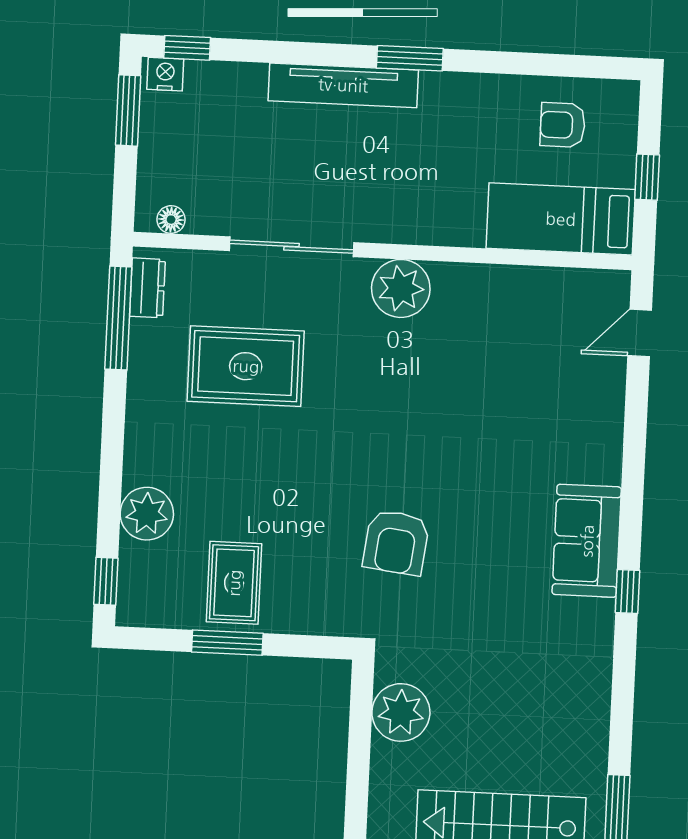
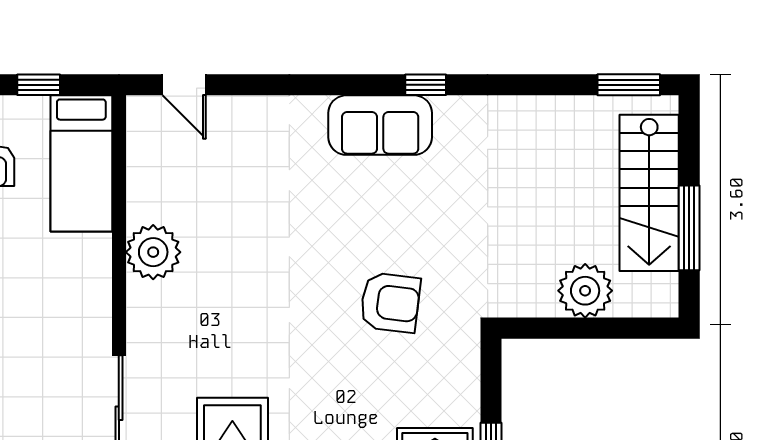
plant: (401, 288) -> (153, 252), moved
plant: (401, 712) -> (585, 291), moved

